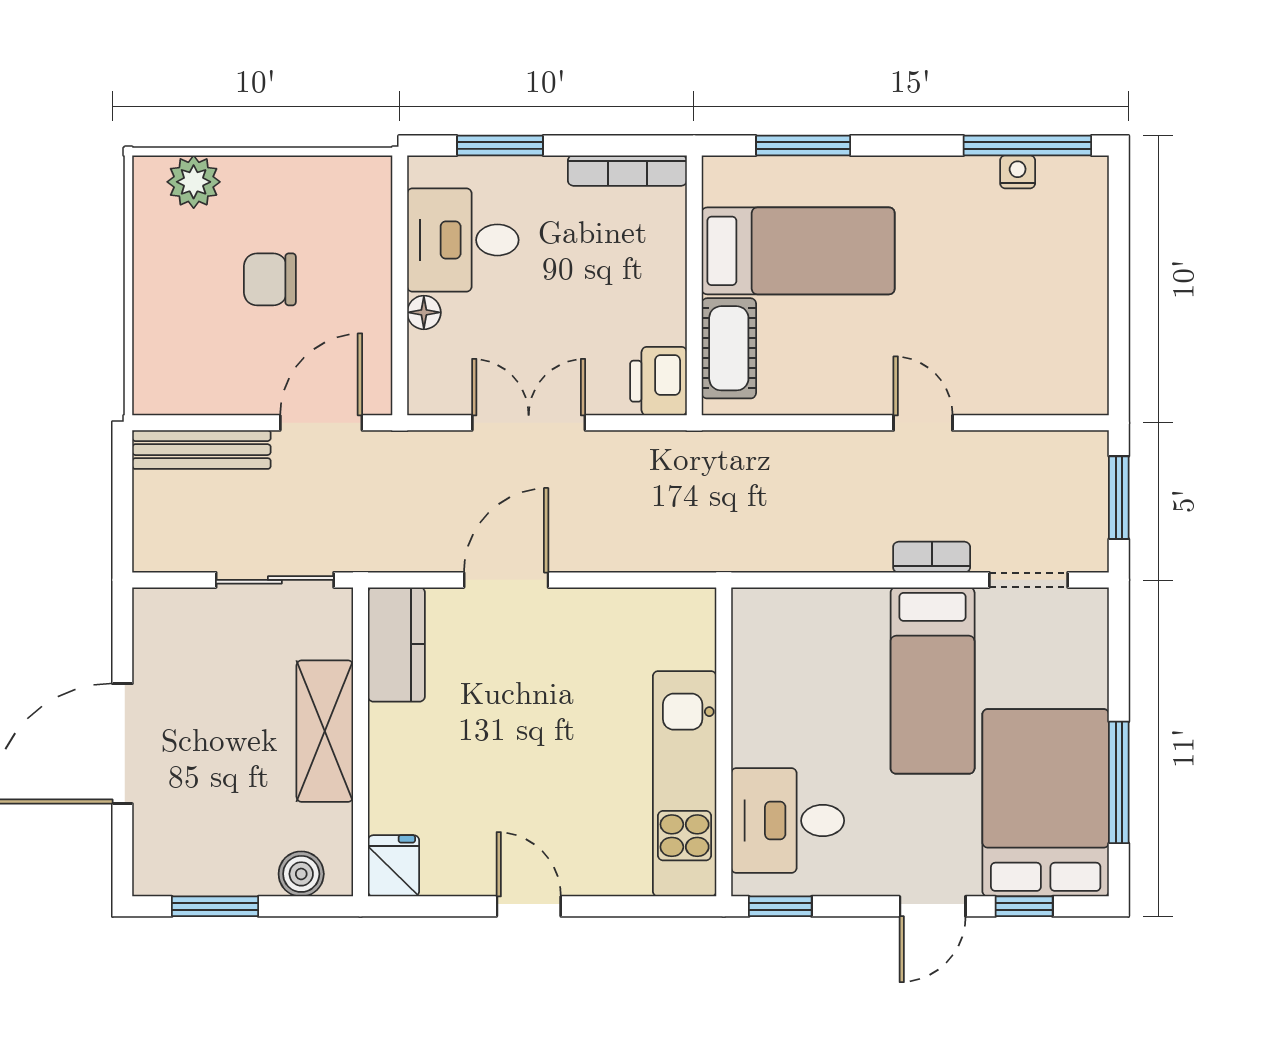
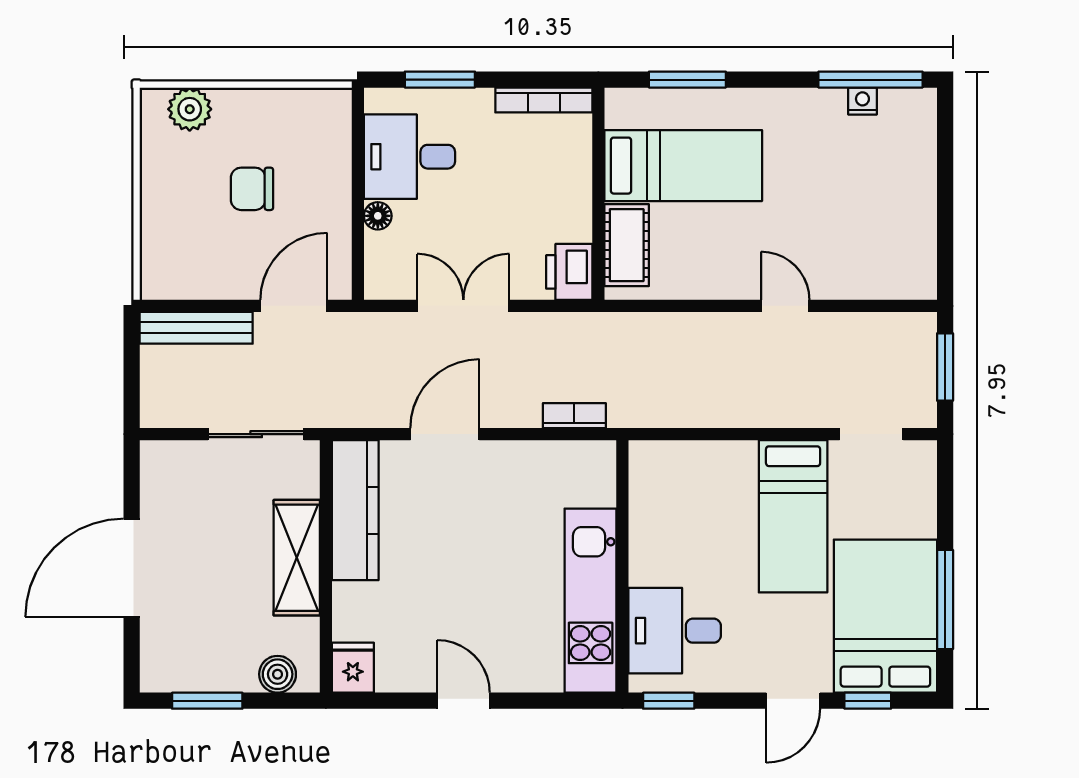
bookcase: (932, 557) -> (574, 416), moved
kitchen counter: (396, 644) -> (355, 510), width x1.50

